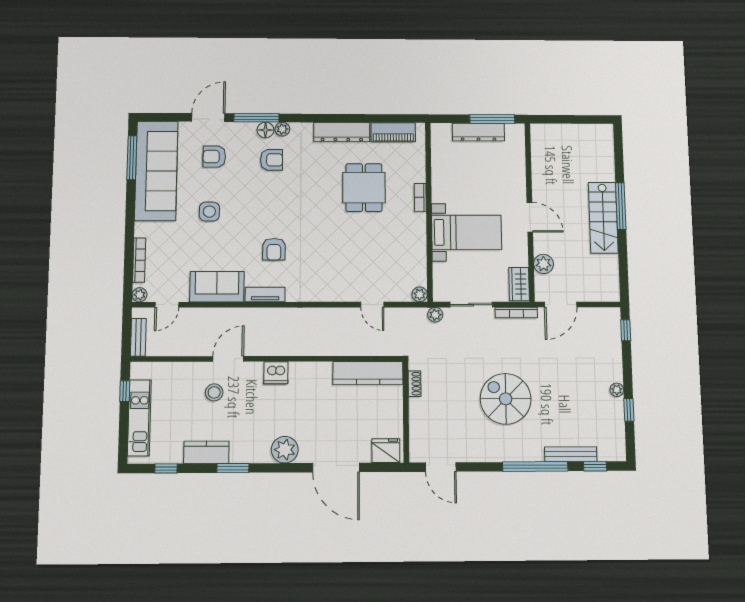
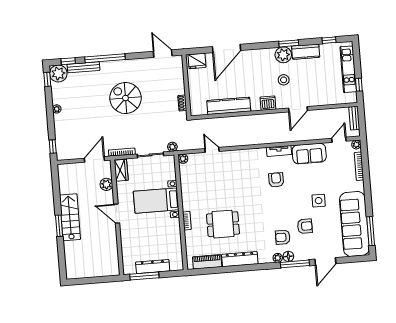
armchair: (214, 157) -> (305, 226), moved
dining table: (364, 188) -> (223, 224), turned 90
window: (621, 206) -> (59, 226), width x0.69
kitchen counter: (368, 373) -> (229, 106), moved
stool: (214, 392) -> (284, 80), moved
spiral stairs: (506, 399) -> (125, 98), turned 180
window: (629, 410) -> (47, 79), moved
plant: (612, 447) -> (58, 73), added
plant: (285, 450) -> (283, 55), moved
door: (336, 468) -> (226, 48), swing flipped

